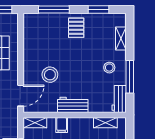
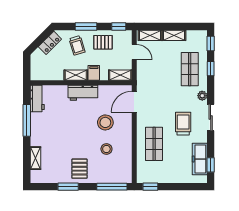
window: (54, 10) -> (112, 187), moved
window: (99, 10) -> (68, 187), moved
stool: (109, 68) -> (106, 149), moved
shelving: (105, 123) -> (76, 75), moved

